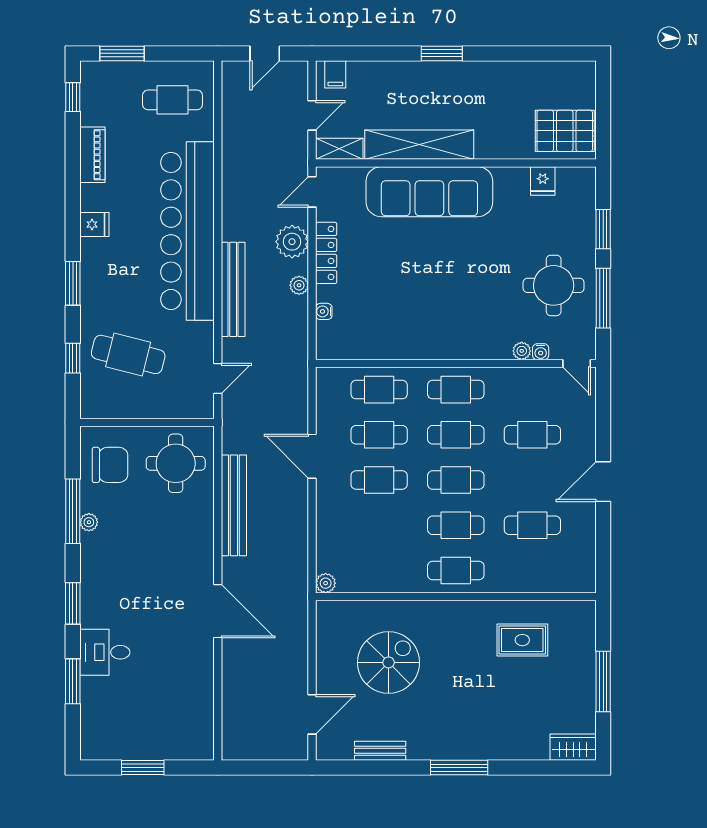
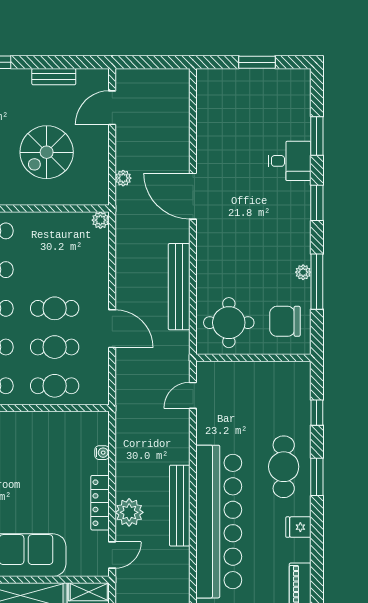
plant: (299, 285) -> (123, 178), moved
bench: (233, 289) -> (180, 506), moved
cafe table: (128, 354) -> (284, 467), moved, turned 76

